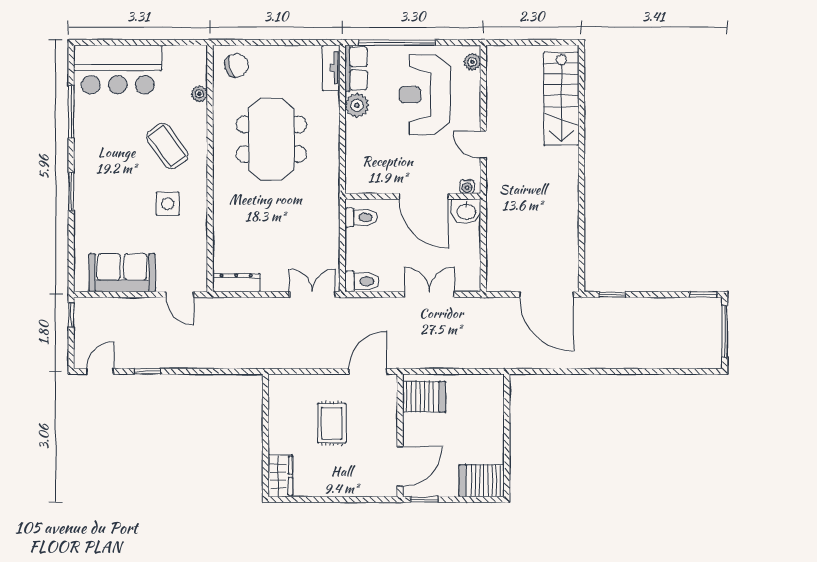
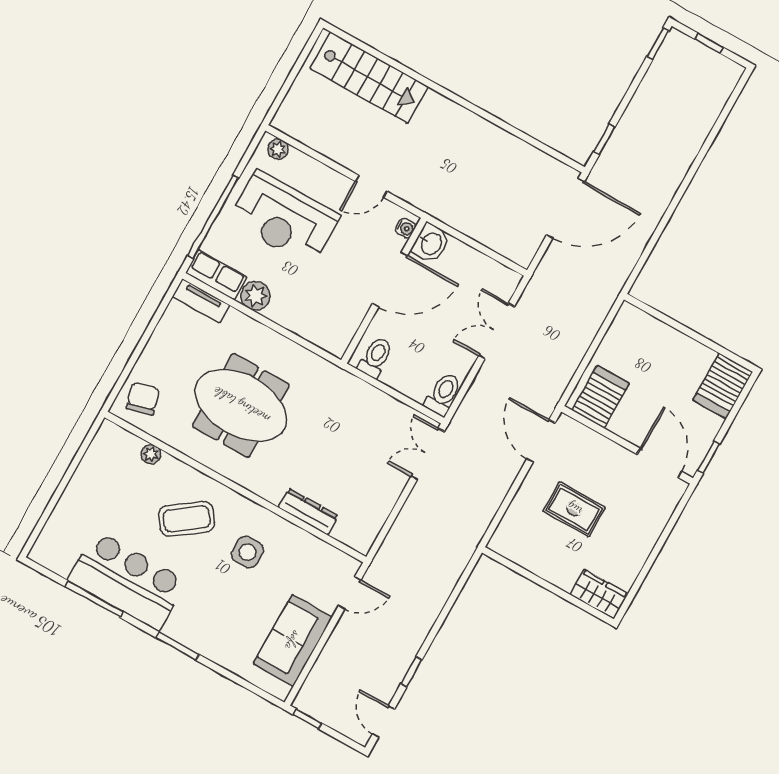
bar counter: (118, 70) -> (127, 581), moved, turned -90
dresser: (236, 283) -> (308, 512), moved, turned 90
window: (725, 331) -> (709, 43), width x0.46

